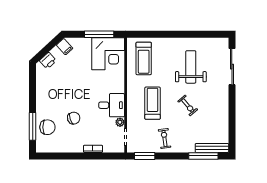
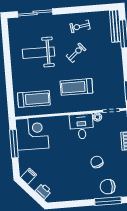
chair: (47, 127) -> (108, 187), turned -90
exercise bike: (165, 138) -> (80, 26), moved

